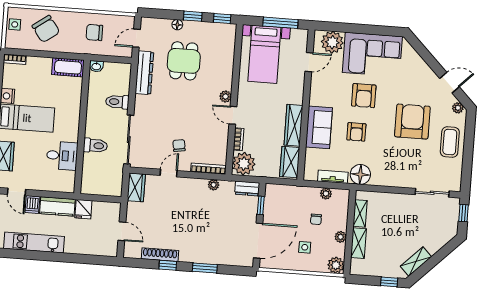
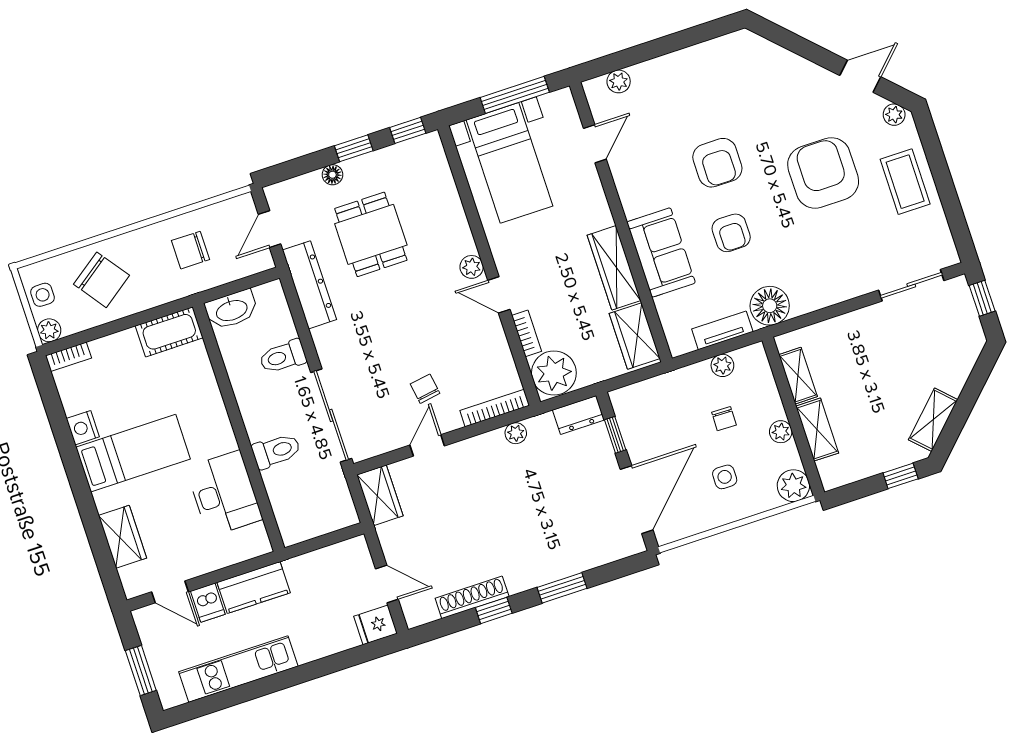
plant: (332, 42) -> (619, 81), width x0.53, depth x0.53
plant: (11, 43) -> (49, 330), added
corner sofa: (372, 54) -> (702, 83), removed
washbasin: (96, 66) -> (231, 310), width x1.91, depth x1.45
desk: (62, 156) -> (224, 494), width x1.37
fridge: (83, 209) -> (376, 625), moved, turned 90

